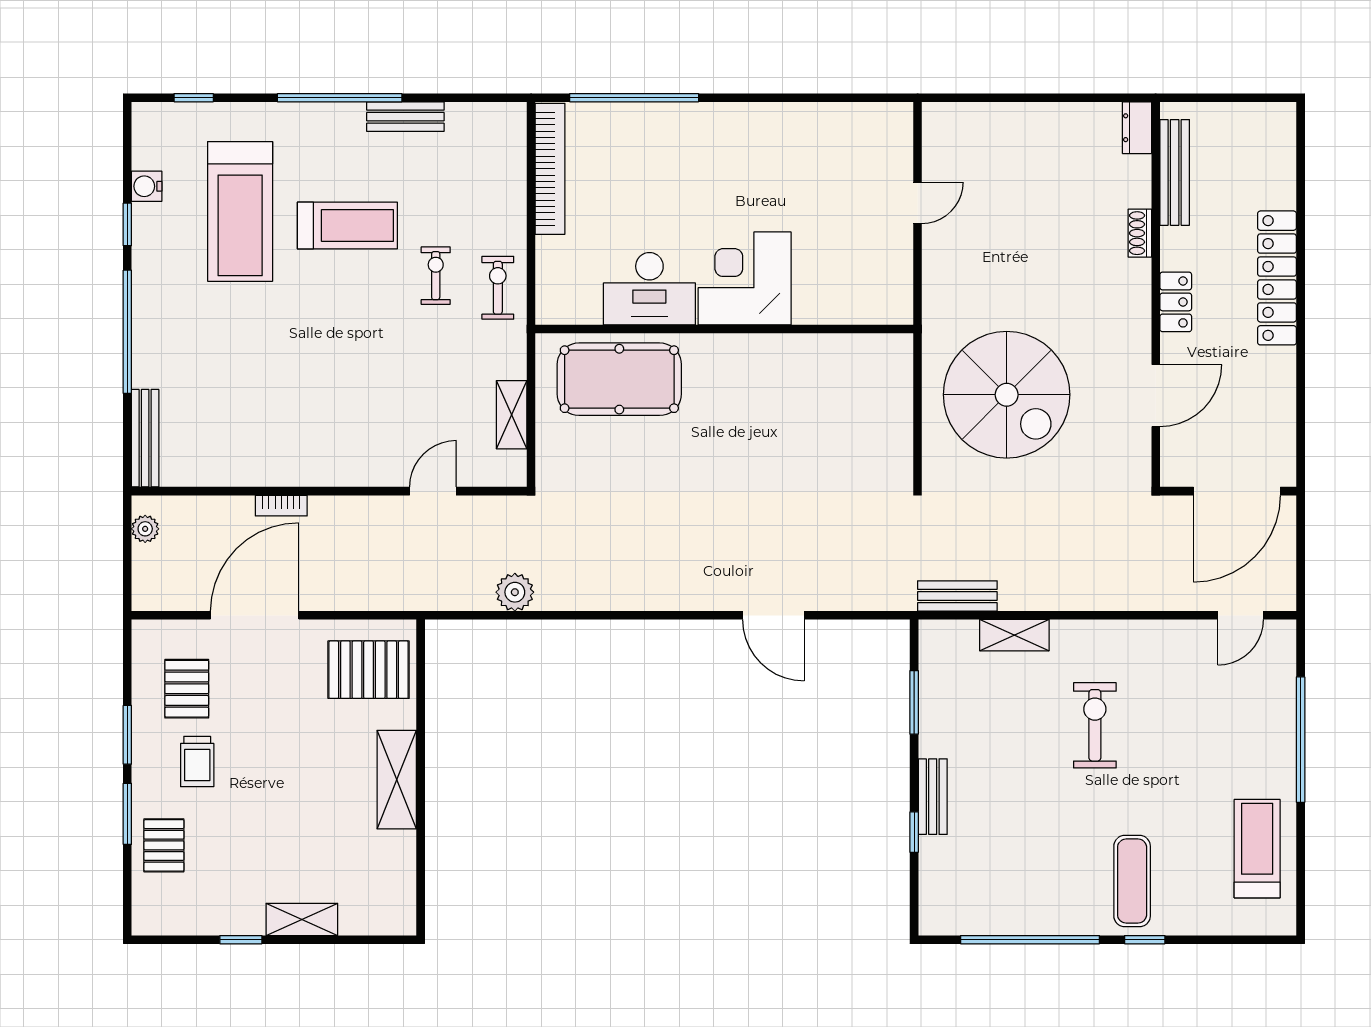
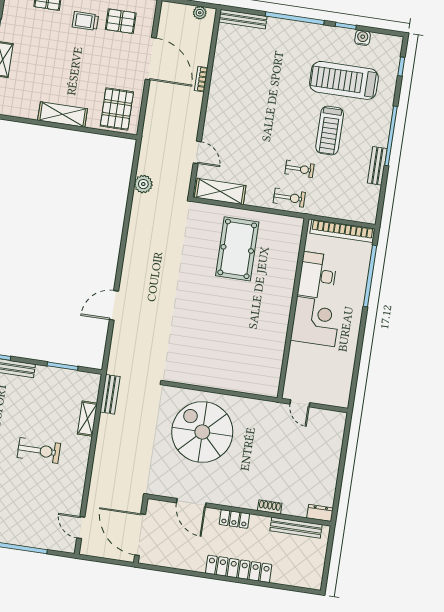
corner desk: (745, 278) -> (316, 322), moved
desk: (649, 289) -> (318, 276), moved
wall: (724, 329) -> (293, 308), moved
spiral stairs: (1007, 395) -> (202, 432), turned 90
shelving: (512, 415) -> (220, 191), width x1.50, depth x1.33

